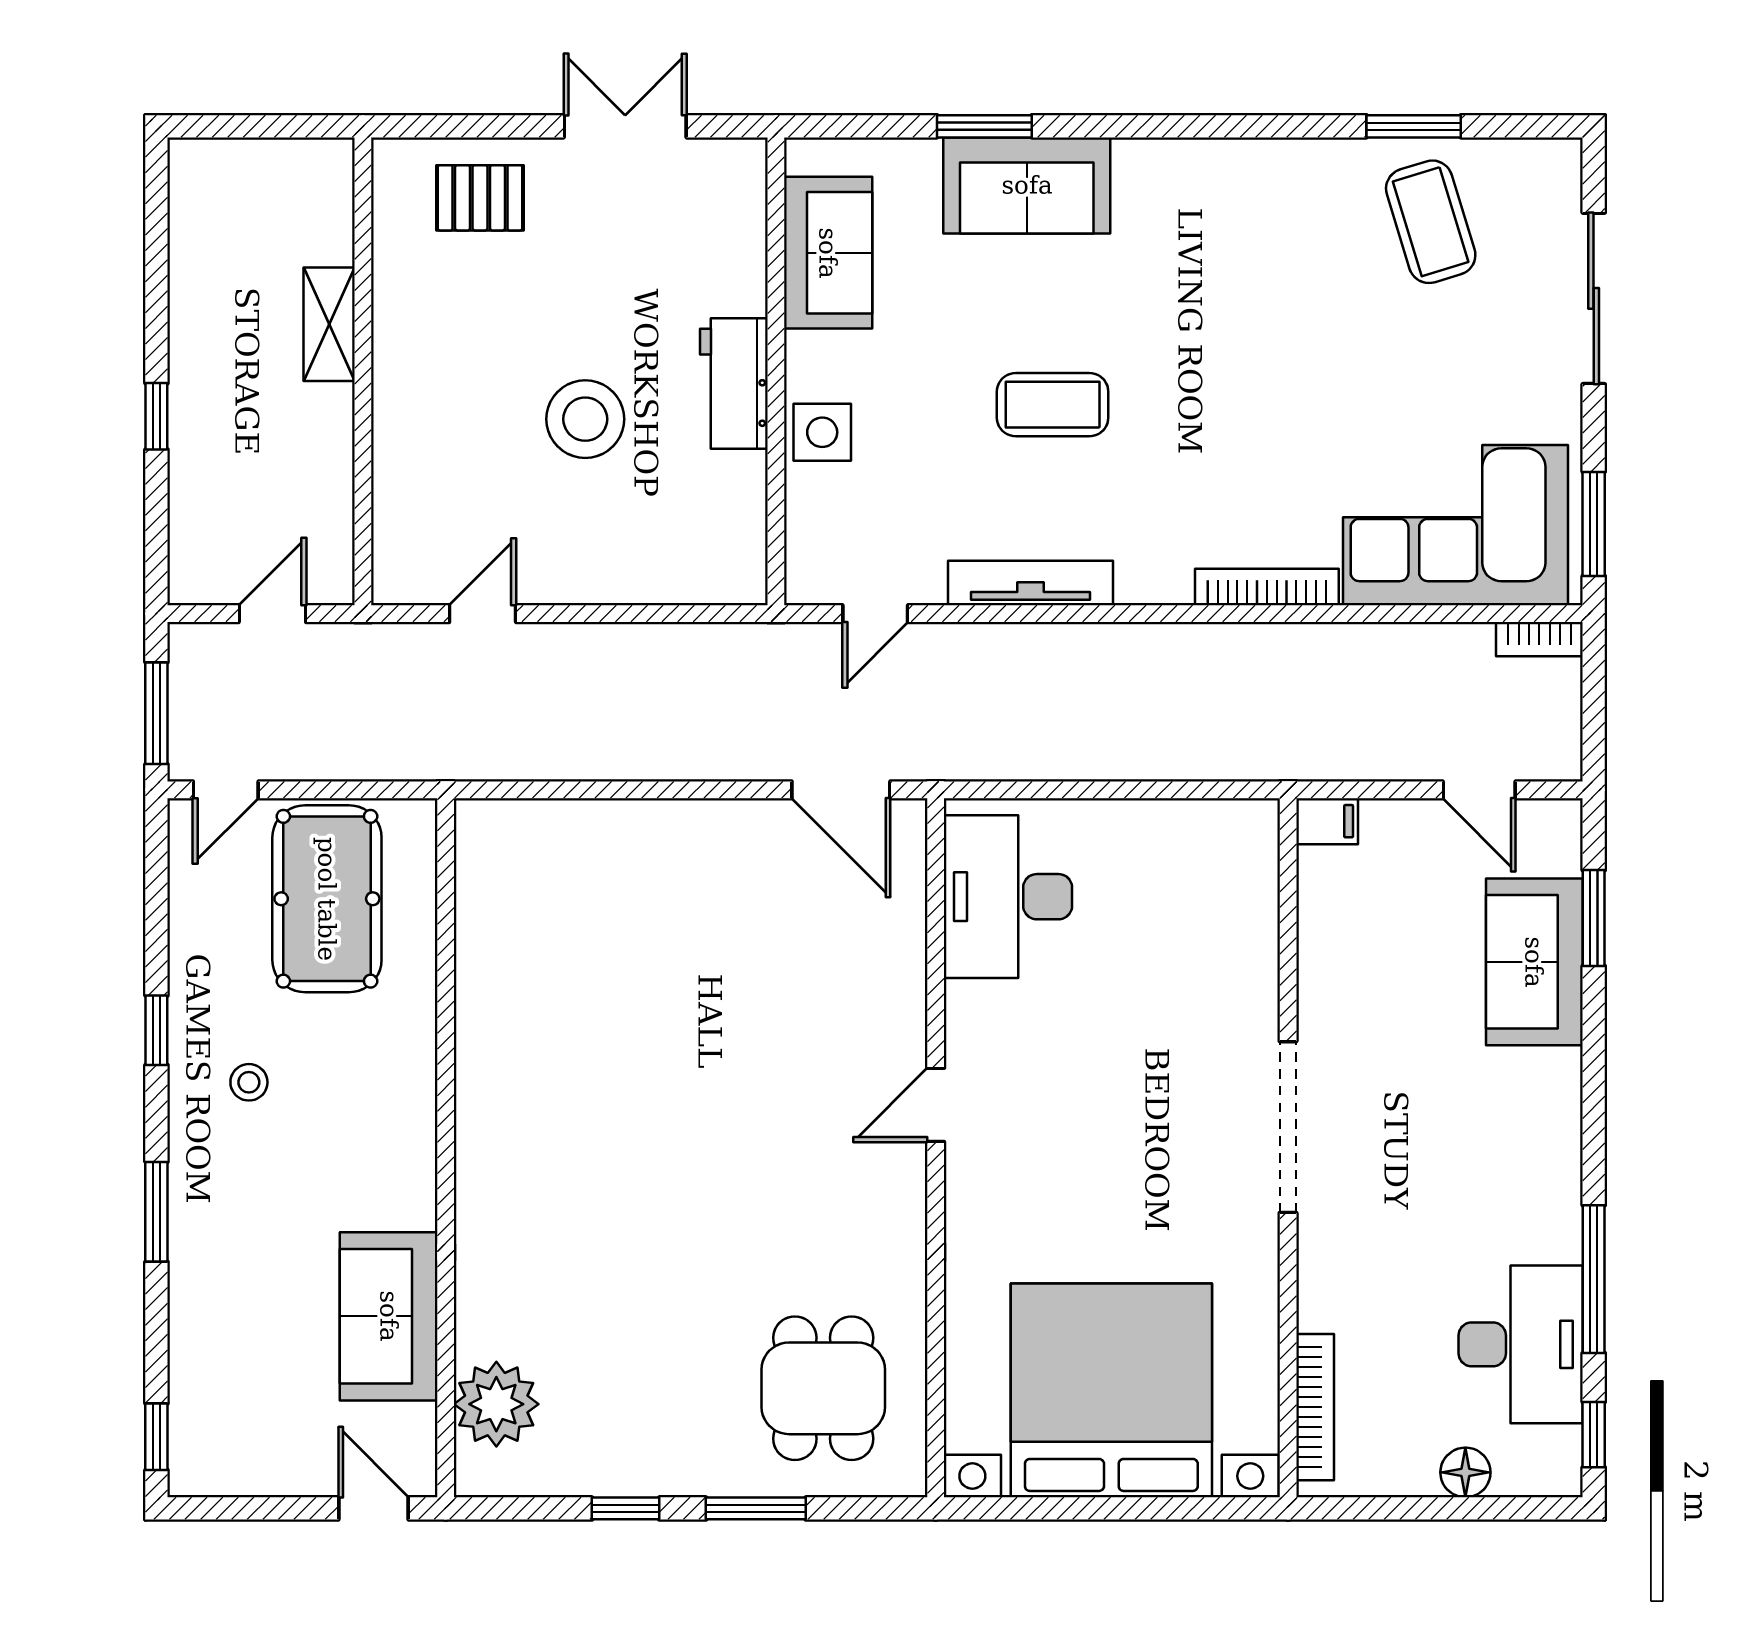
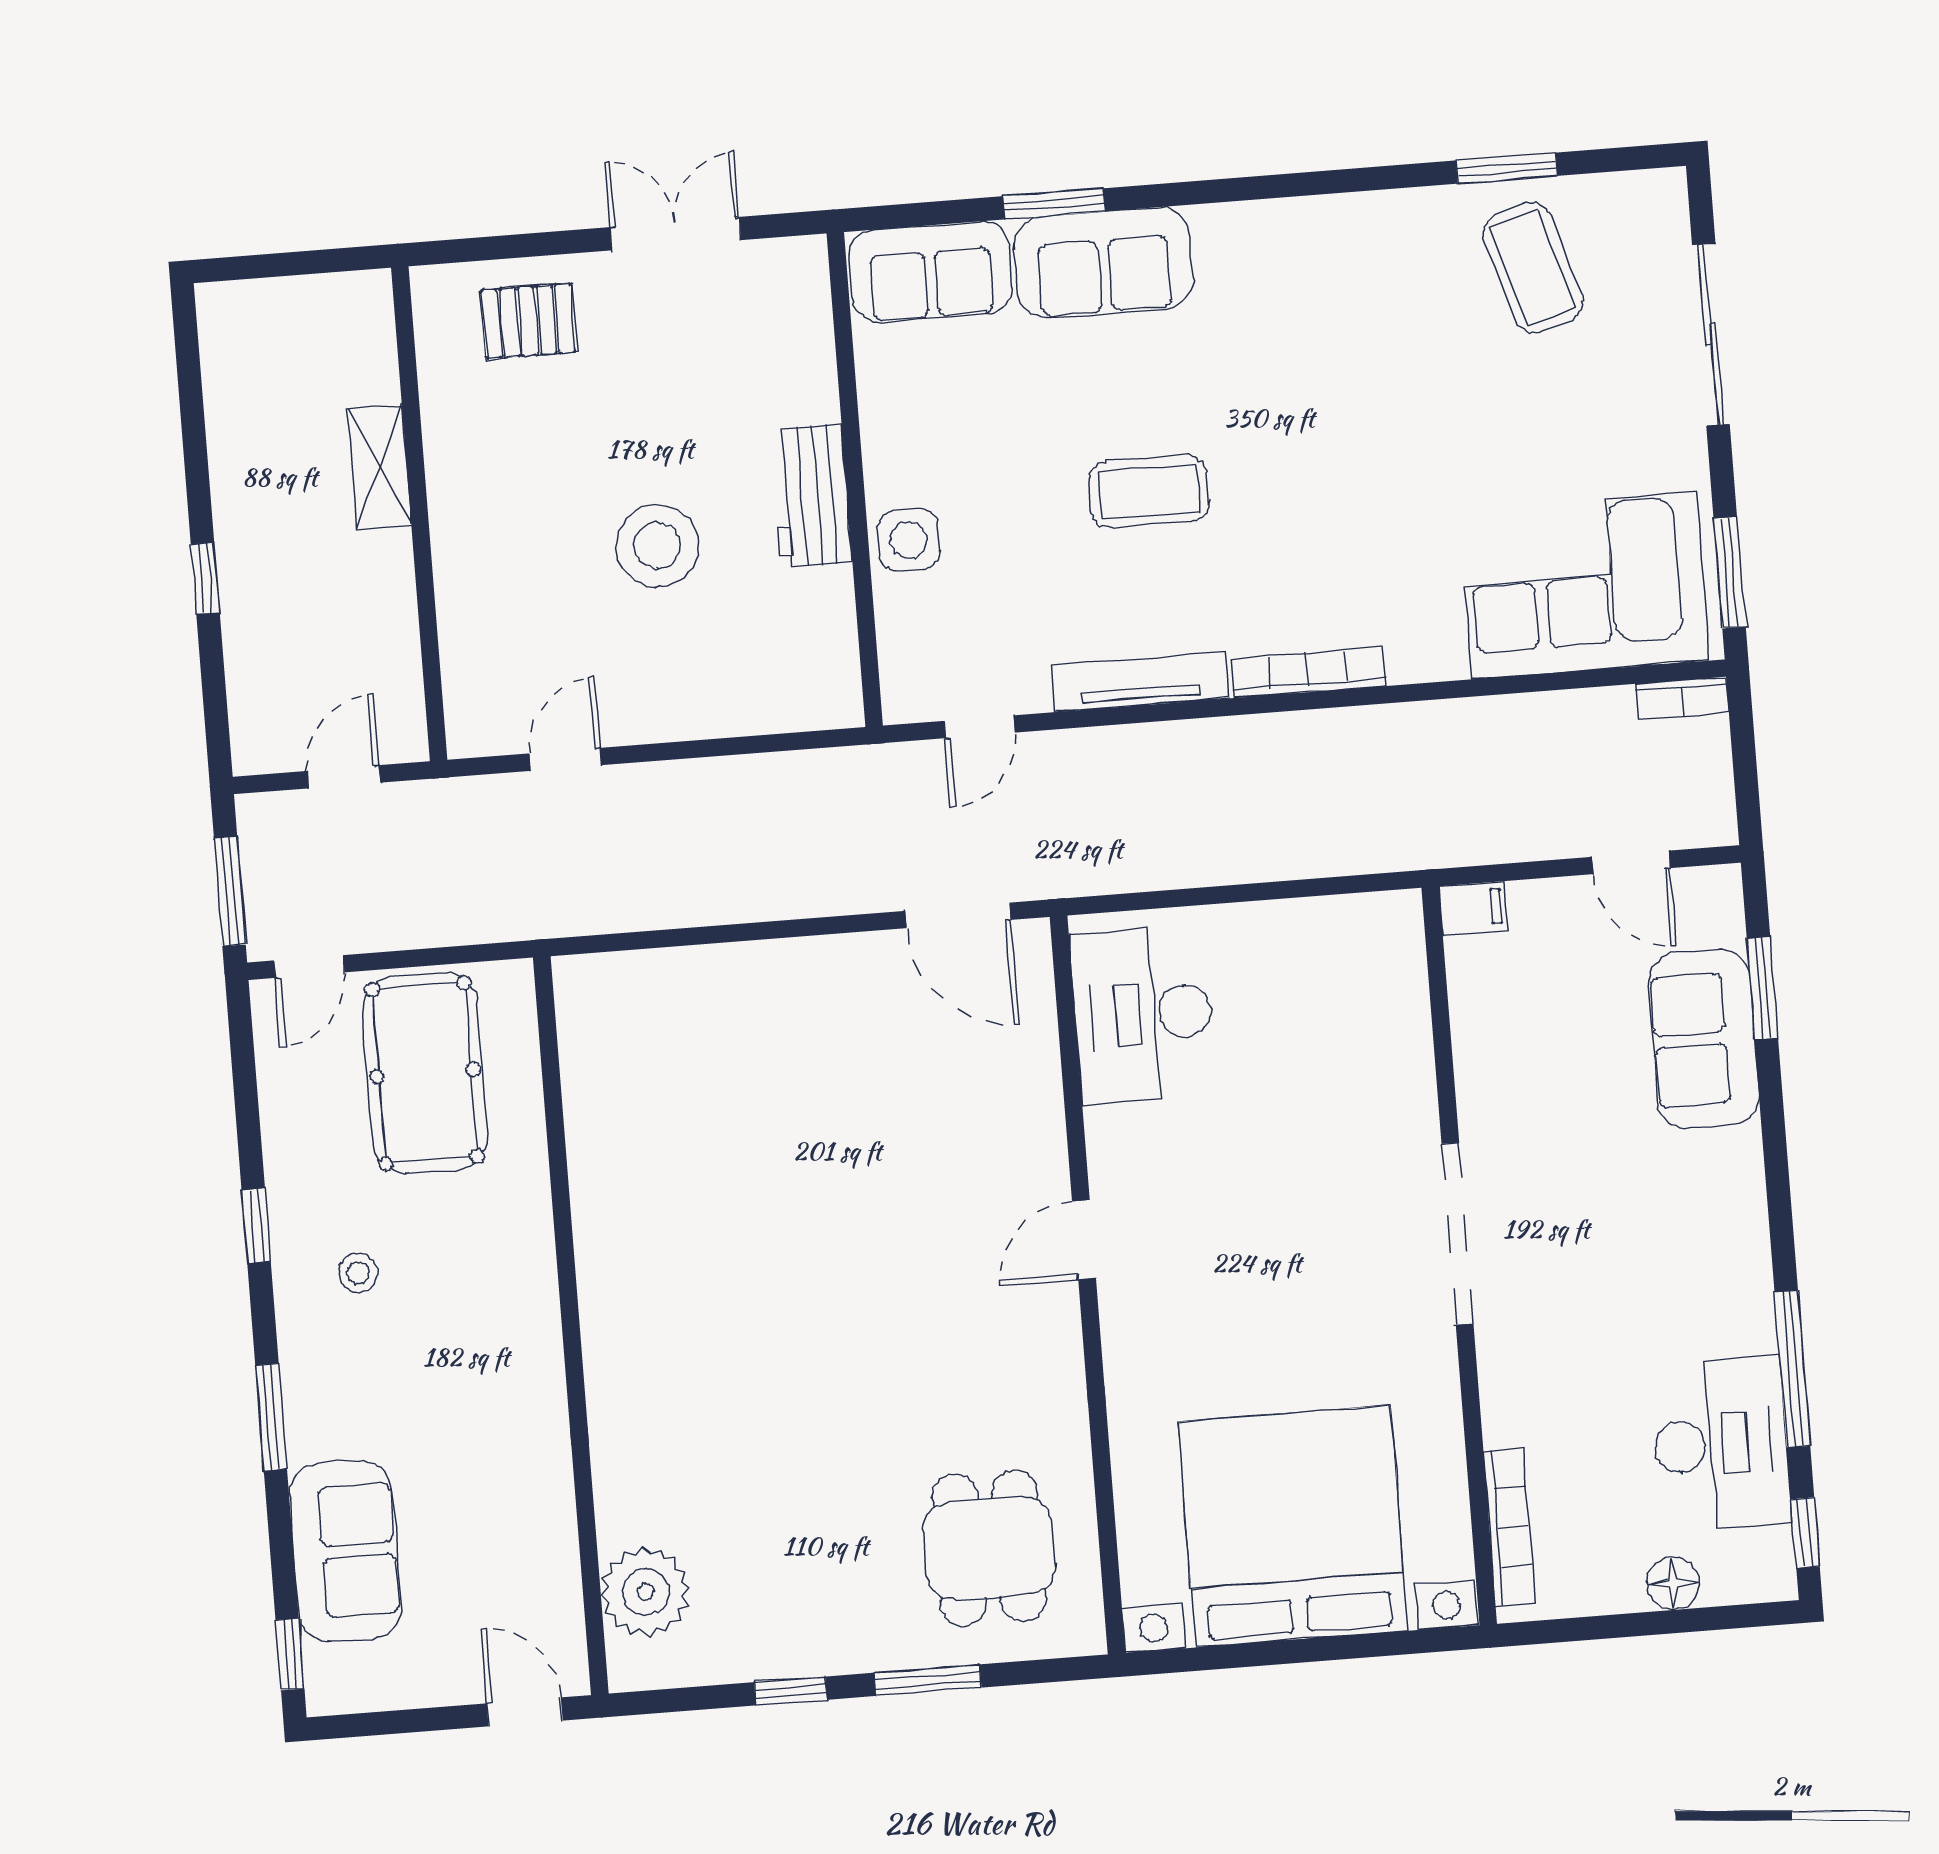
sofa: (828, 253) -> (931, 272), moved, turned 90
bookcase: (1267, 587) -> (1308, 673), moved
sofa: (389, 1316) -> (345, 1551), moved, turned 180

